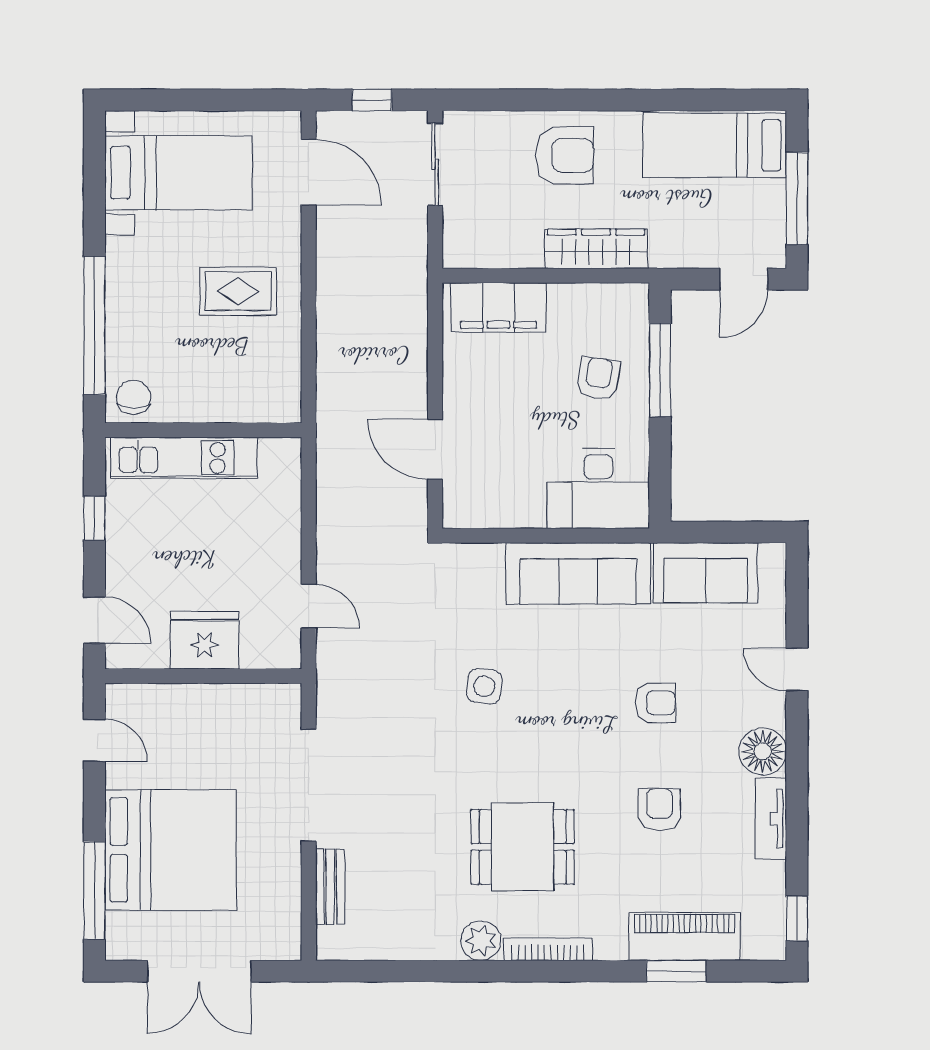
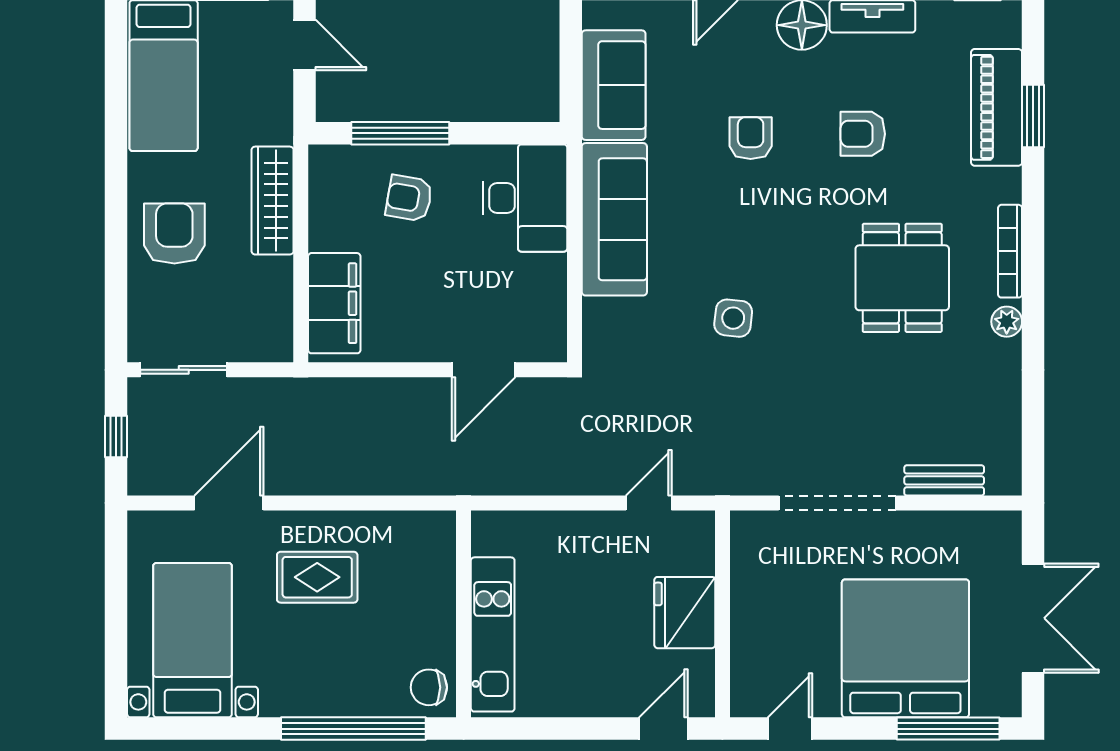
door: (309, 172) -> (229, 503), moved
rug: (238, 291) -> (317, 577), turned 90
window: (94, 518) -> (556, 729), removed
plant: (481, 941) -> (1007, 322), width x0.73, depth x0.73

